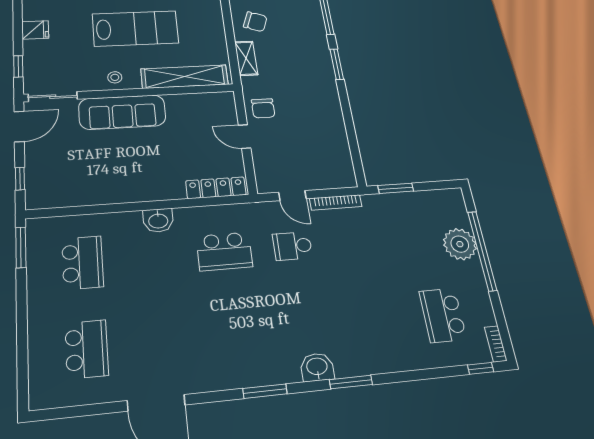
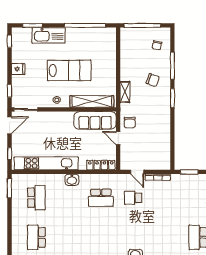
chair: (255, 22) -> (153, 80), moved
sofa: (122, 112) -> (95, 120), moved
kitchen unit: (100, 192) -> (46, 163), added
school desk: (87, 349) -> (36, 237), turned 180

